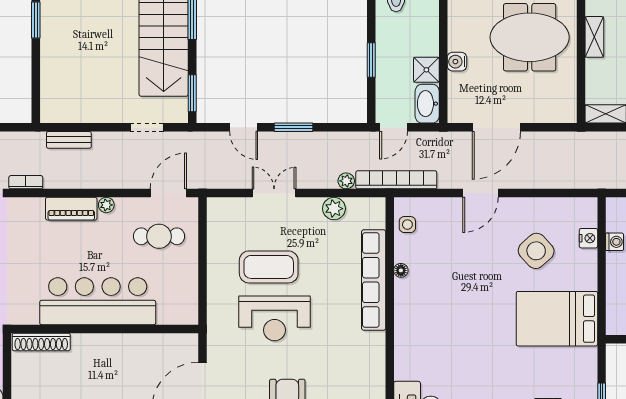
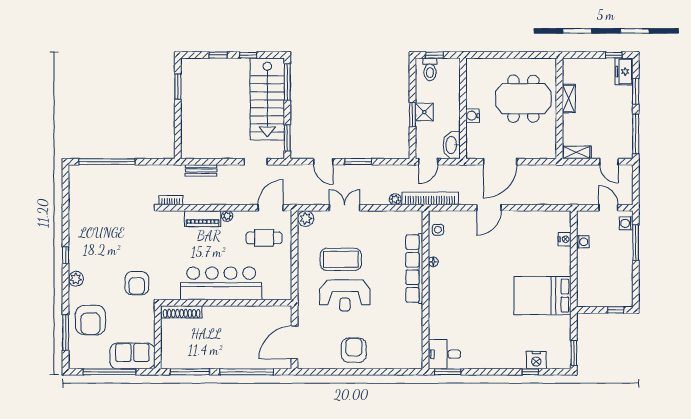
shower: (426, 70) -> (424, 112), moved
plant: (334, 209) -> (306, 218), moved
side table: (536, 251) -> (528, 248), removed

